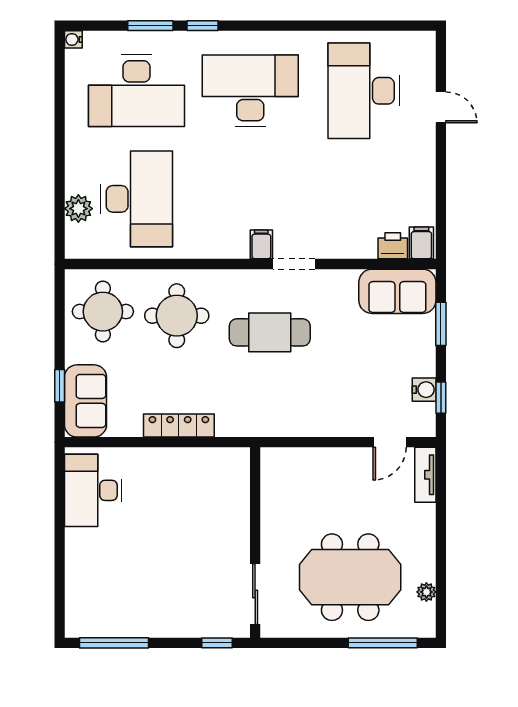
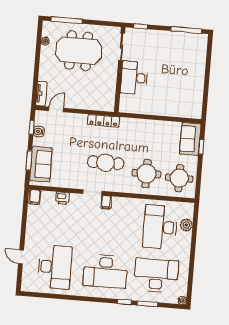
printer: (393, 246) -> (63, 198), moved
sofa: (397, 291) -> (41, 164), moved, turned 90
locker: (179, 425) -> (104, 121), moved
desk: (93, 490) -> (134, 78), moved, turned 180

